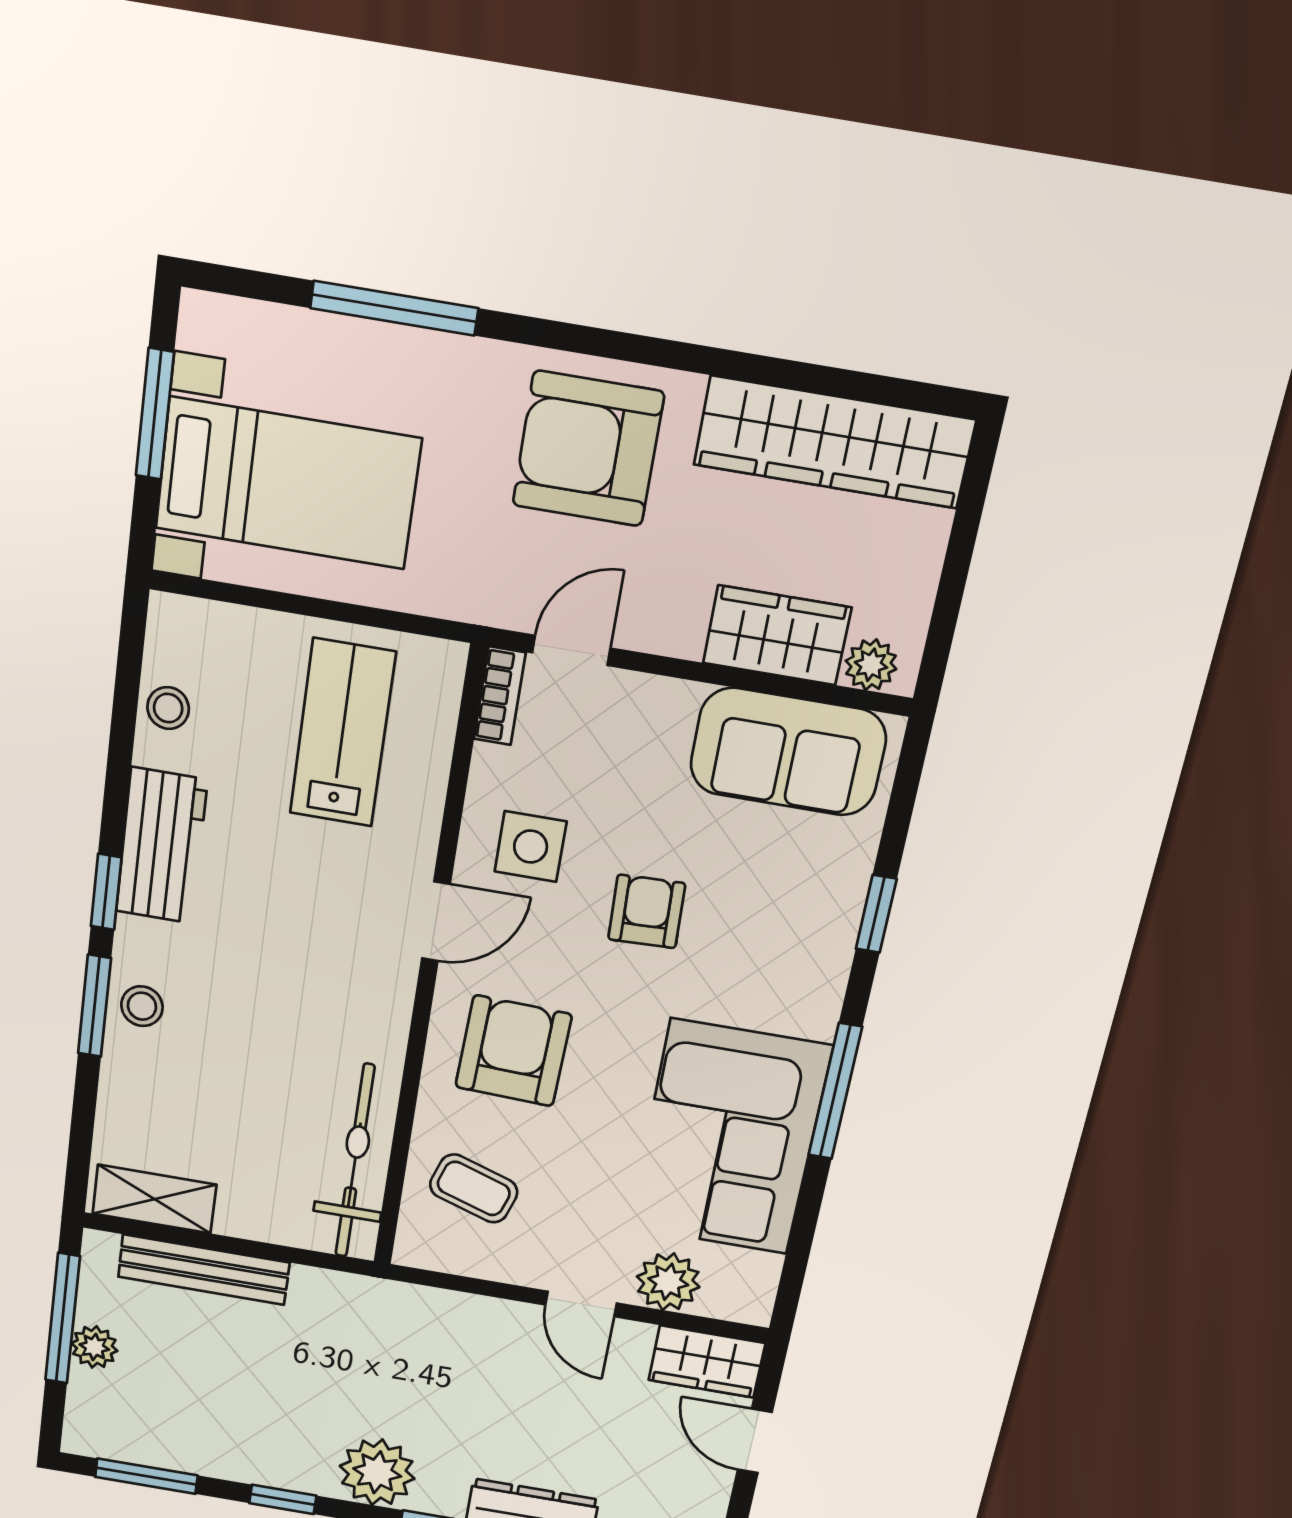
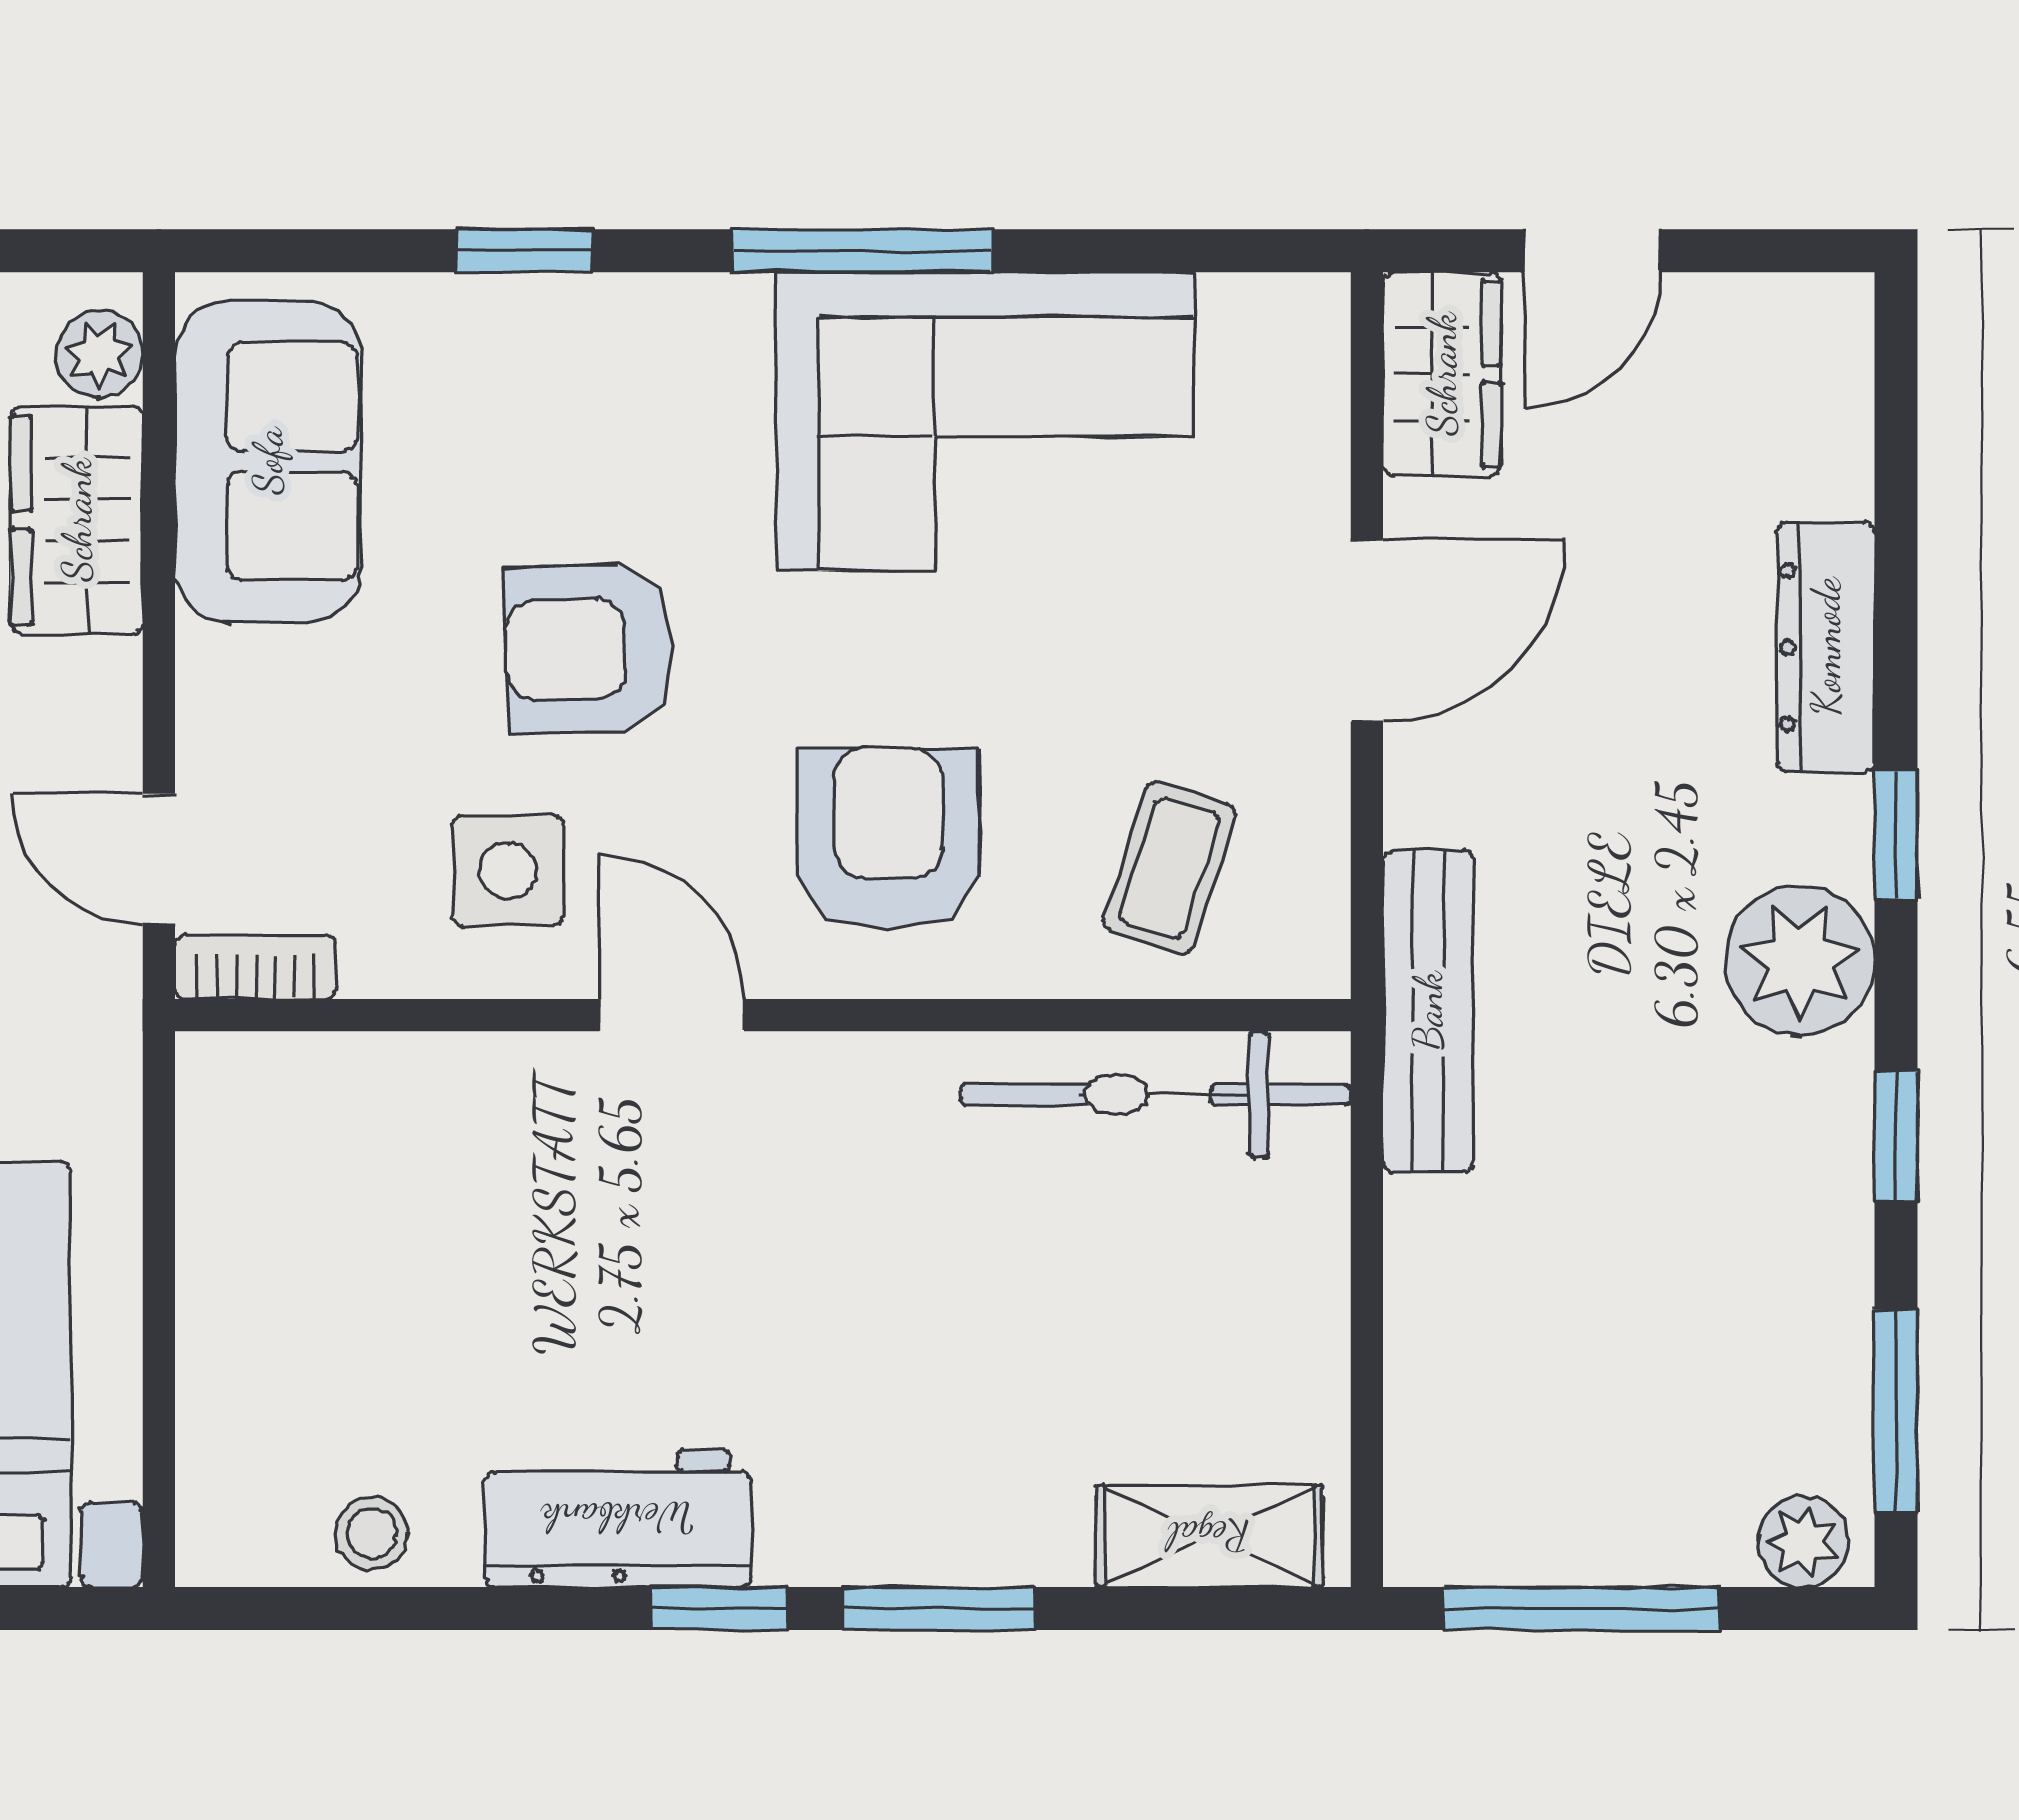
lab bench: (343, 733) -> (364, 1226), removed
armchair: (647, 911) -> (589, 649), width x1.38, depth x1.38
stool: (142, 1006) -> (923, 1522), removed
armchair: (513, 1051) -> (889, 839), turned 88
shelving: (154, 1199) -> (1209, 1536), moved, turned 90
bench: (204, 1270) -> (1428, 1011), moved
plant: (668, 1282) -> (1291, 477), removed
door: (581, 1304) -> (1367, 630), width x1.38
plant: (94, 1347) -> (1803, 1541), moved

